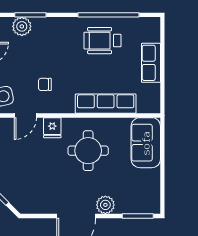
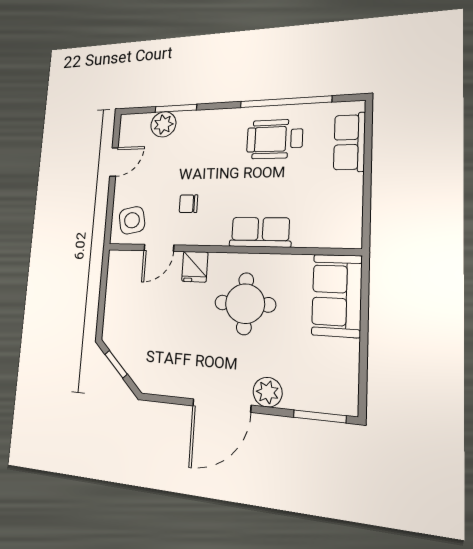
row of seats: (151, 63) -> (349, 142), moved
row of seats: (106, 104) -> (260, 232), width x0.68

